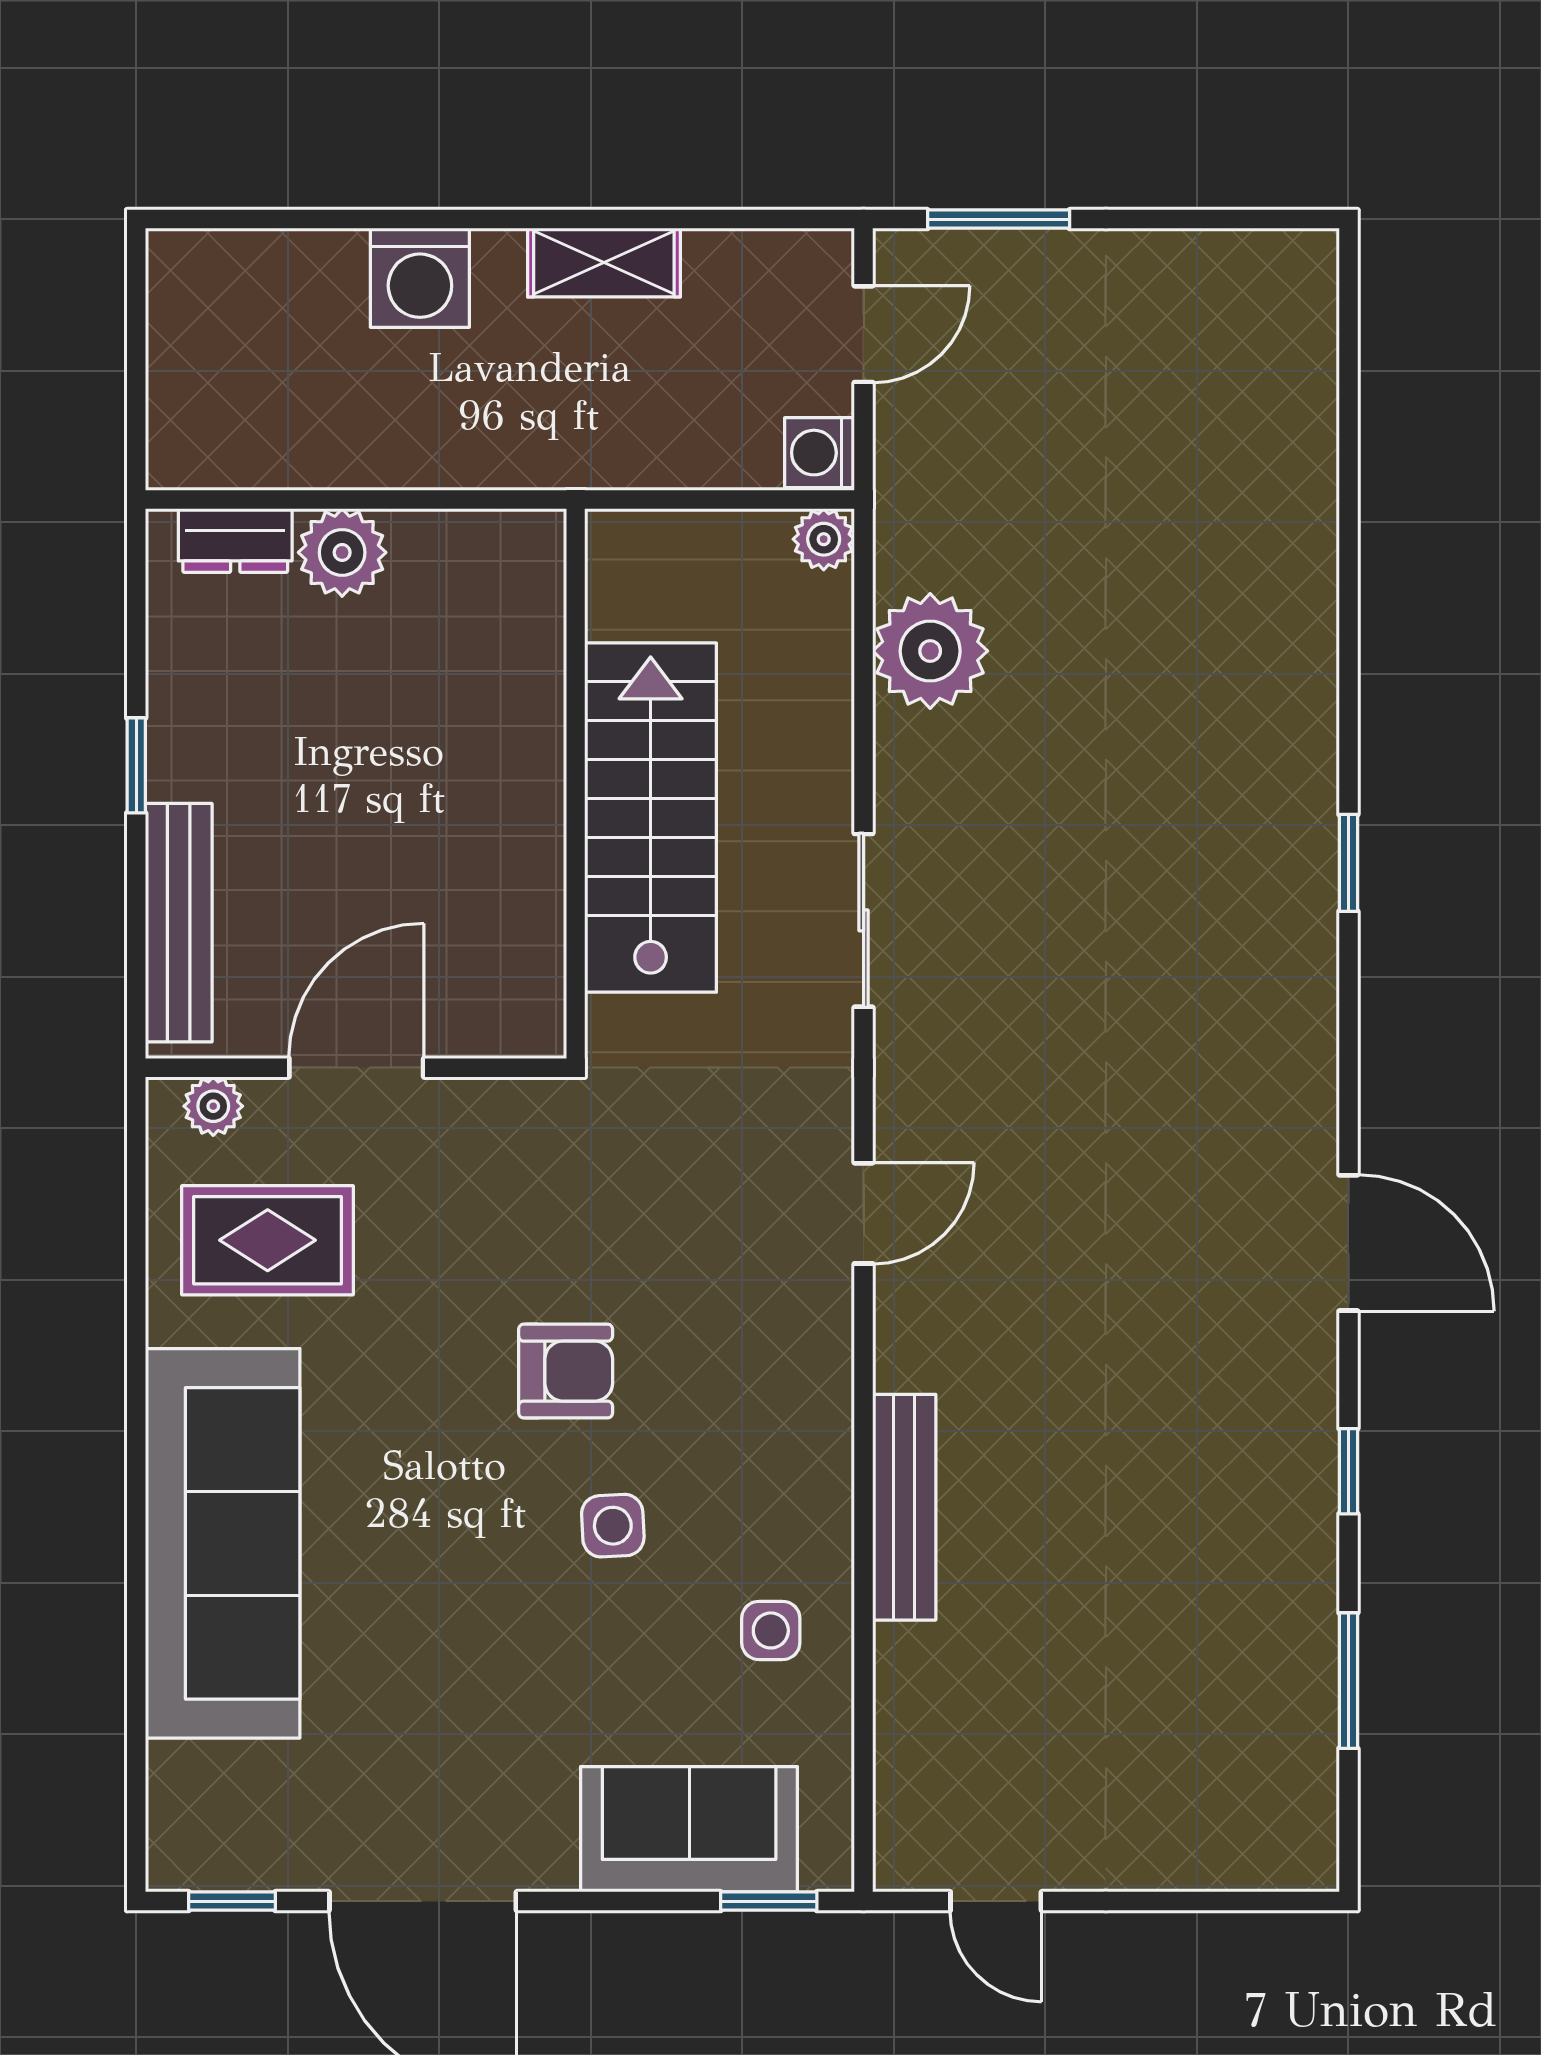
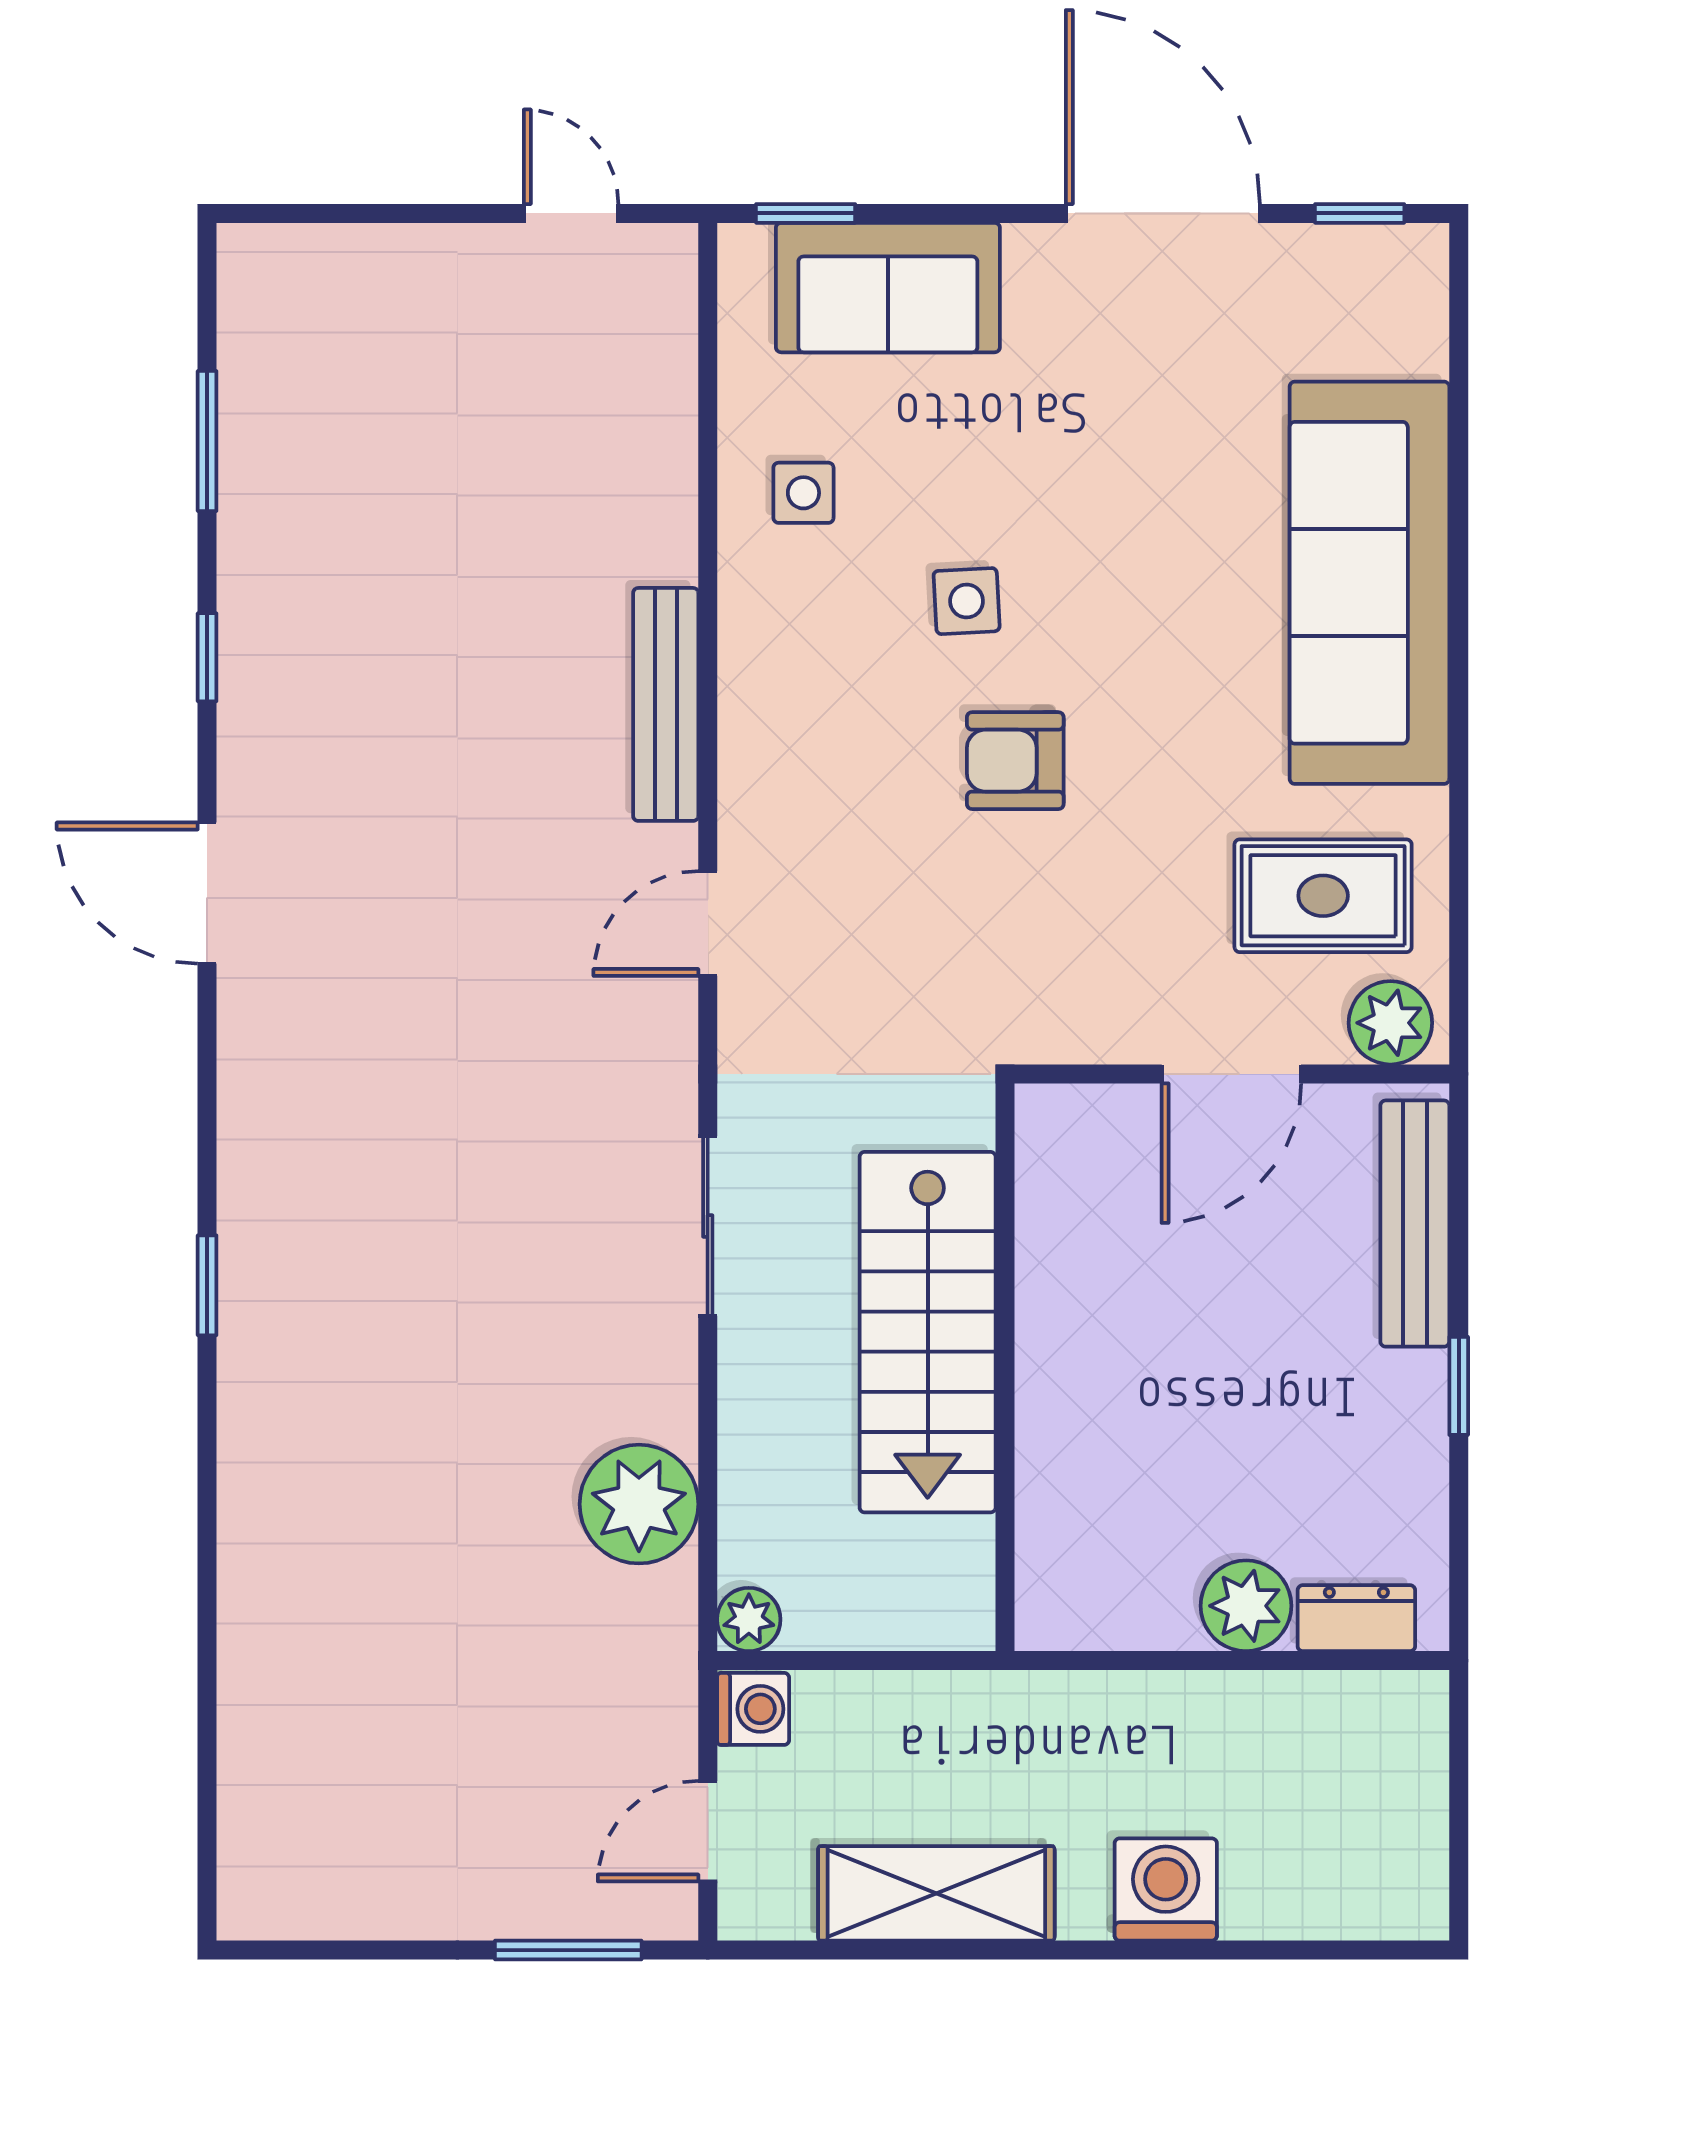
shelving: (604, 263) -> (936, 1893), width x1.50, depth x1.33
plant: (213, 1106) -> (1390, 1023), width x1.38, depth x1.38
bench: (904, 1507) -> (666, 704), moved

